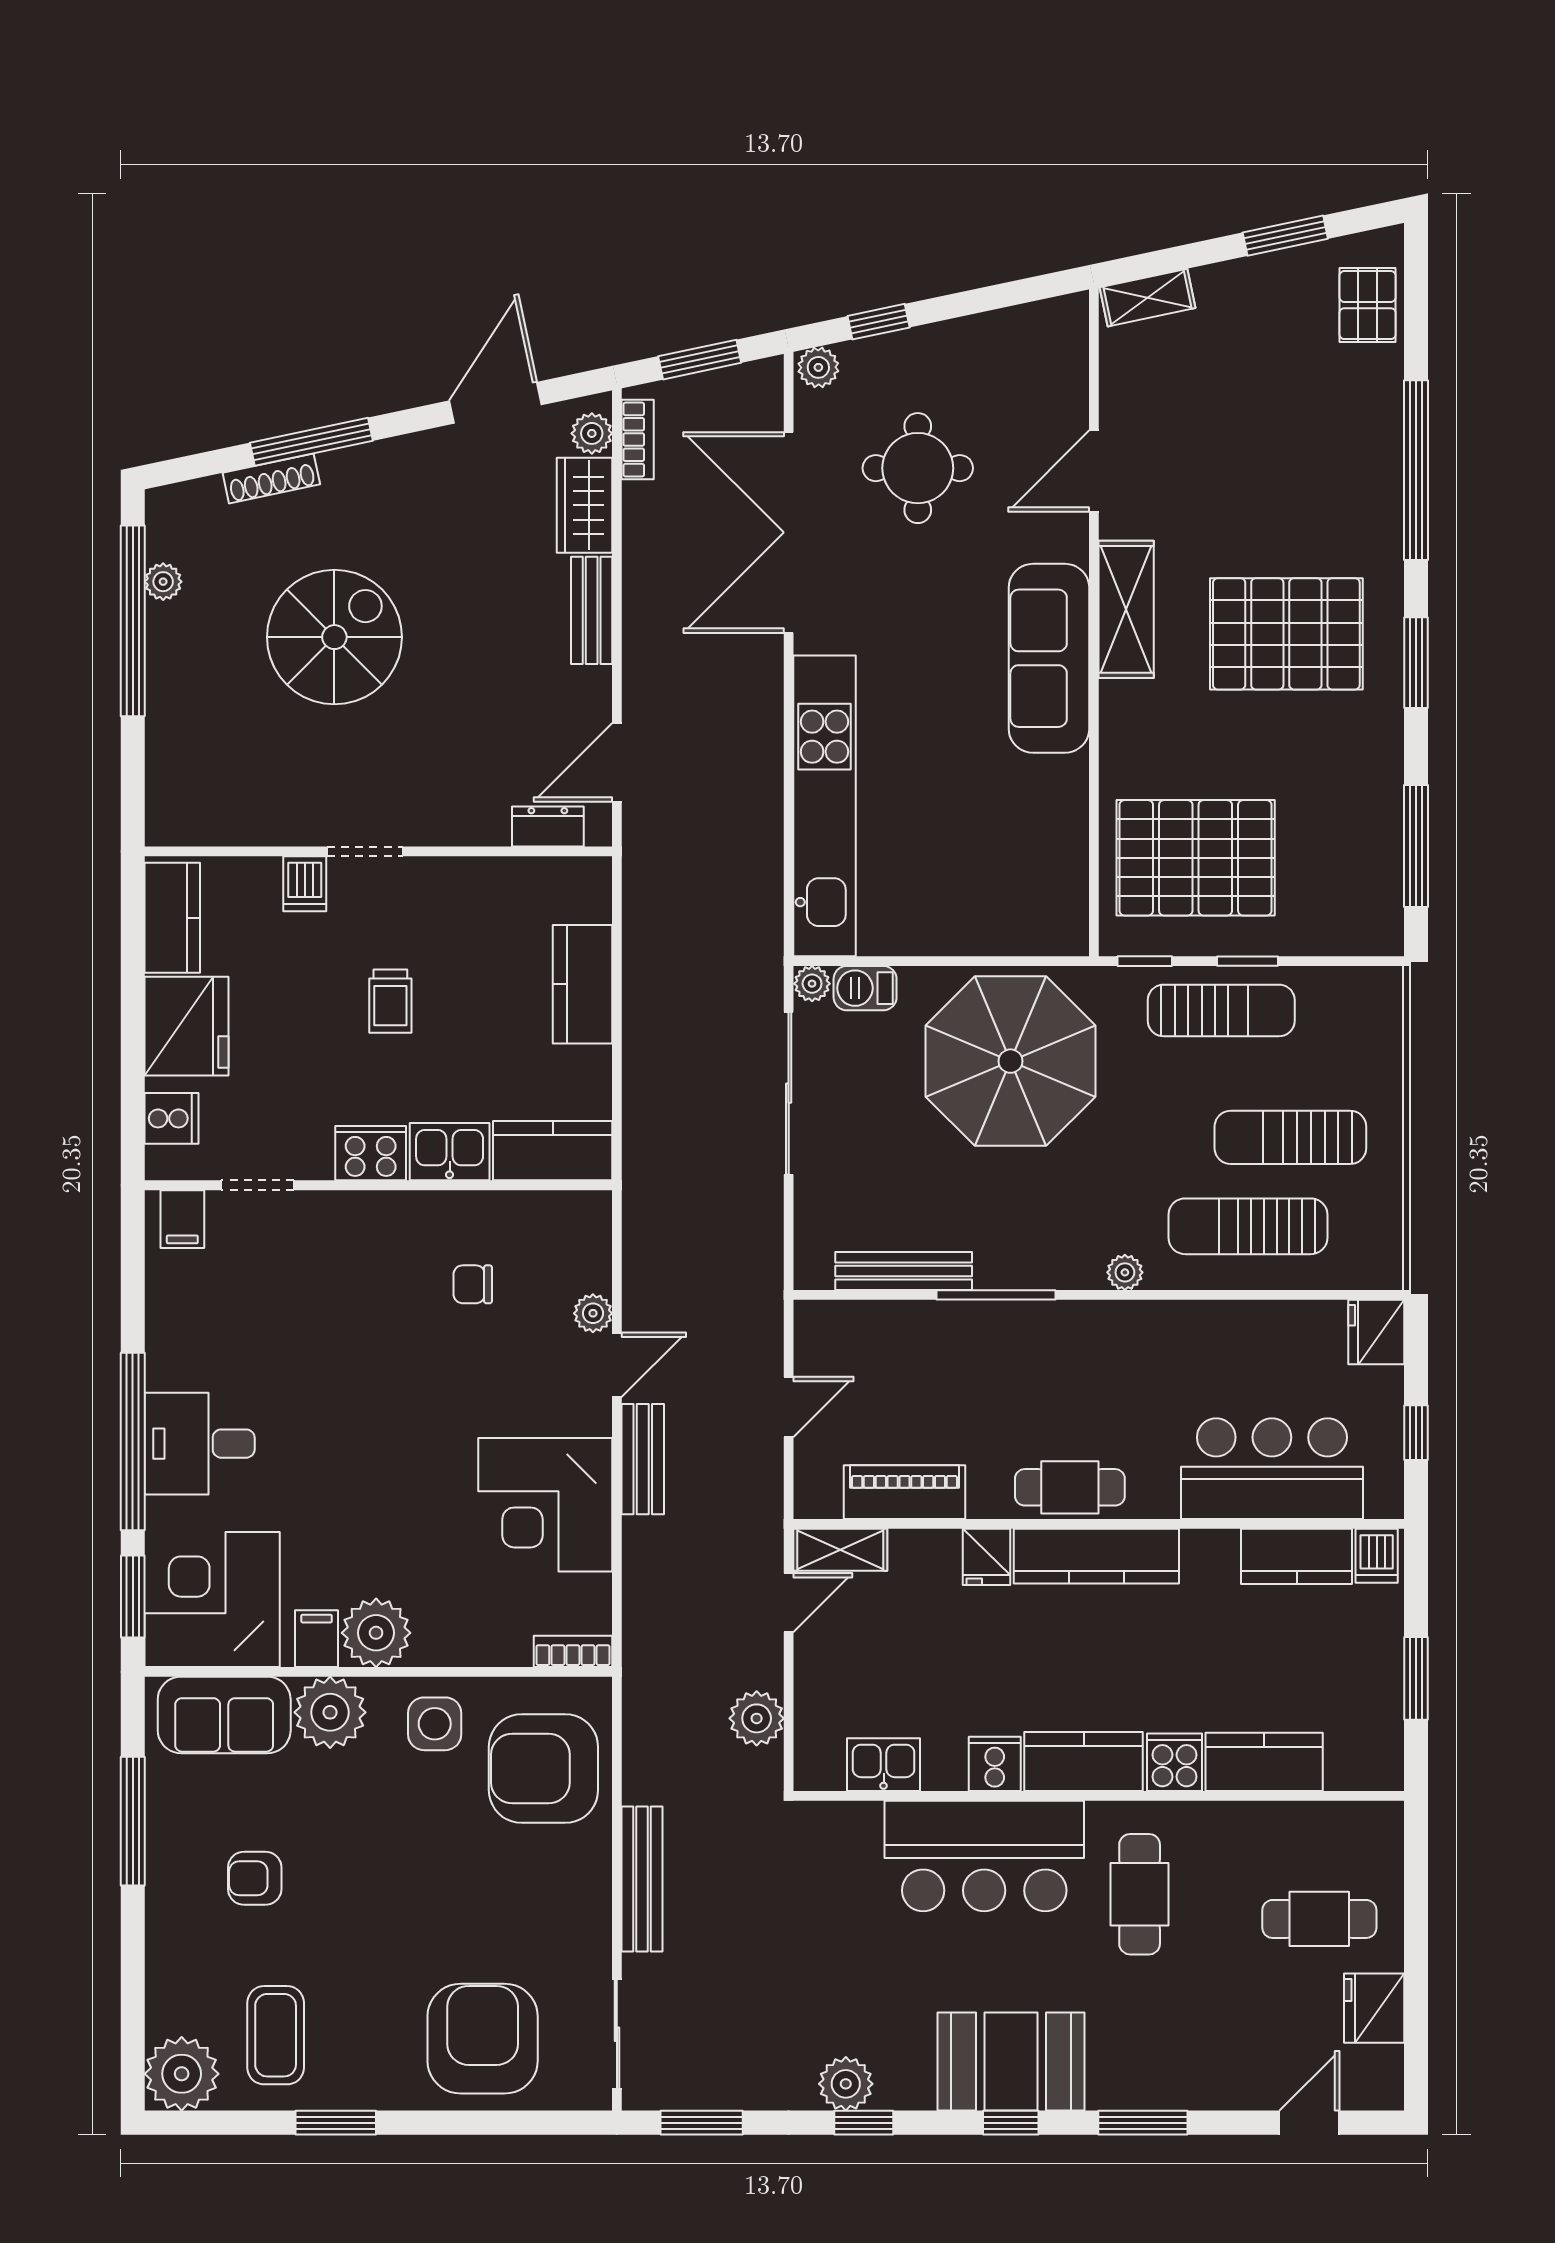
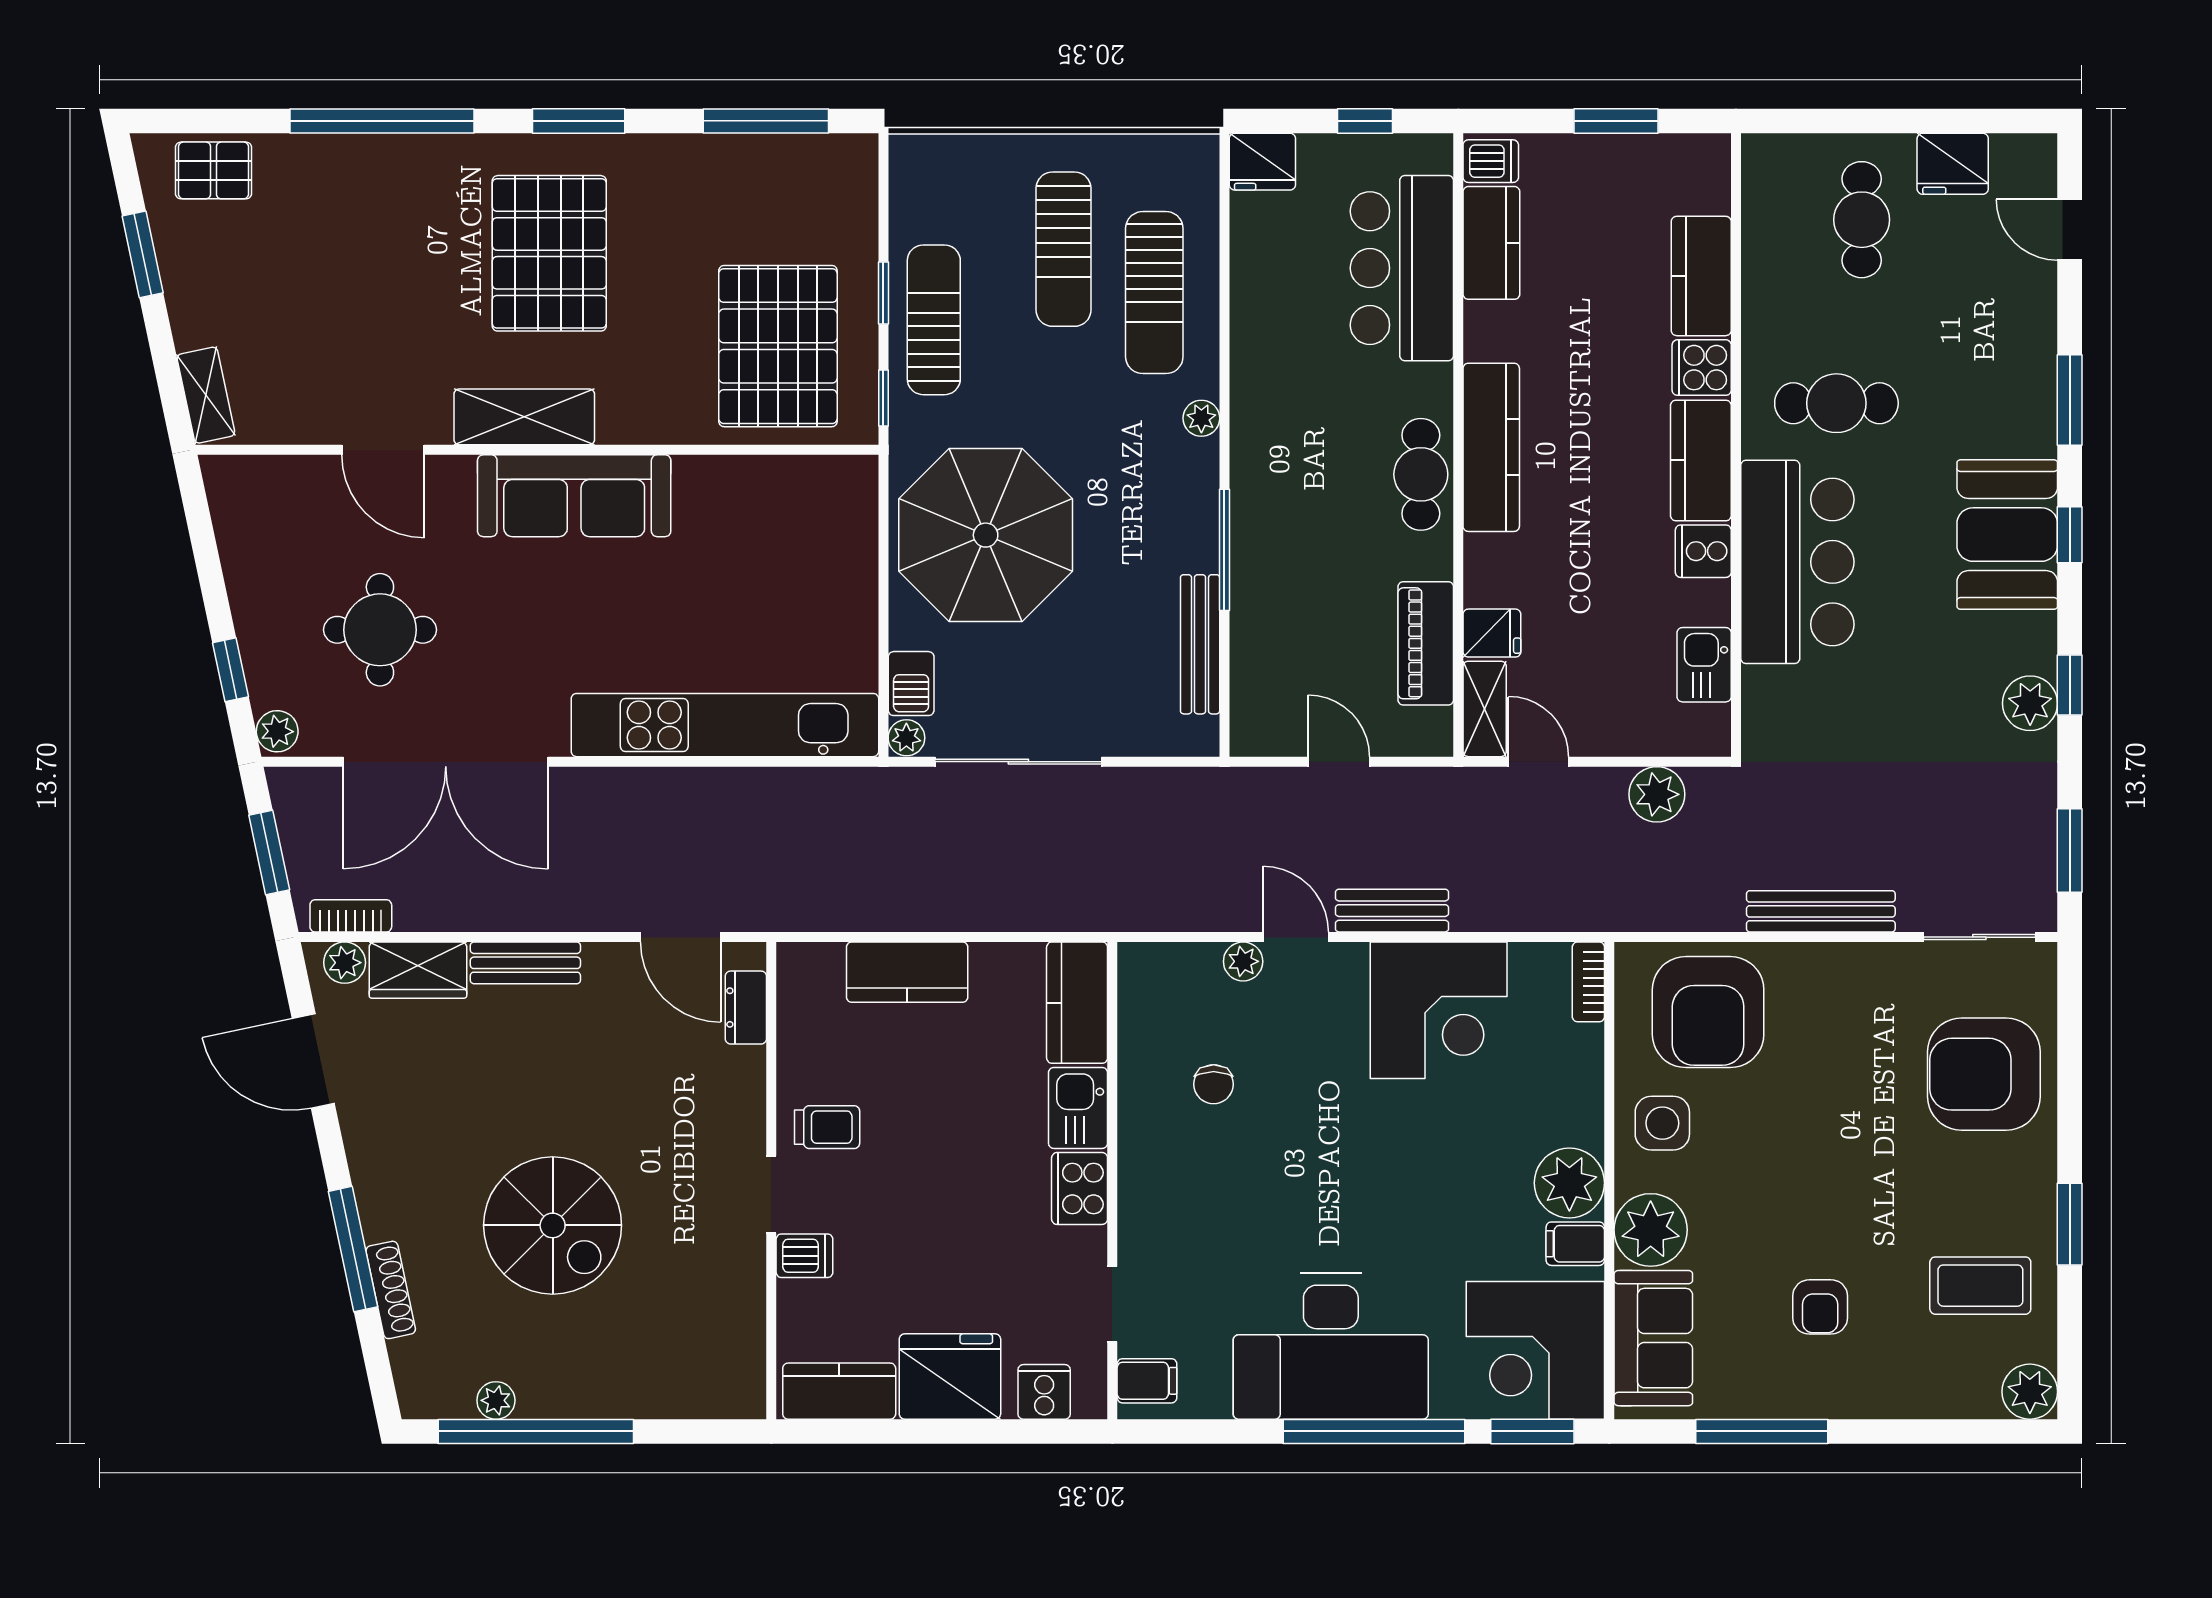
spiral stairs: (334, 637) -> (553, 1225), turned 180
trolley: (390, 1001) -> (827, 1127), moved
desk: (200, 1444) -> (1331, 1346), width x1.87, depth x1.30
fridge: (987, 1557) -> (1492, 633), moved
plant: (182, 2074) -> (2030, 1392), width x0.73, depth x0.73

